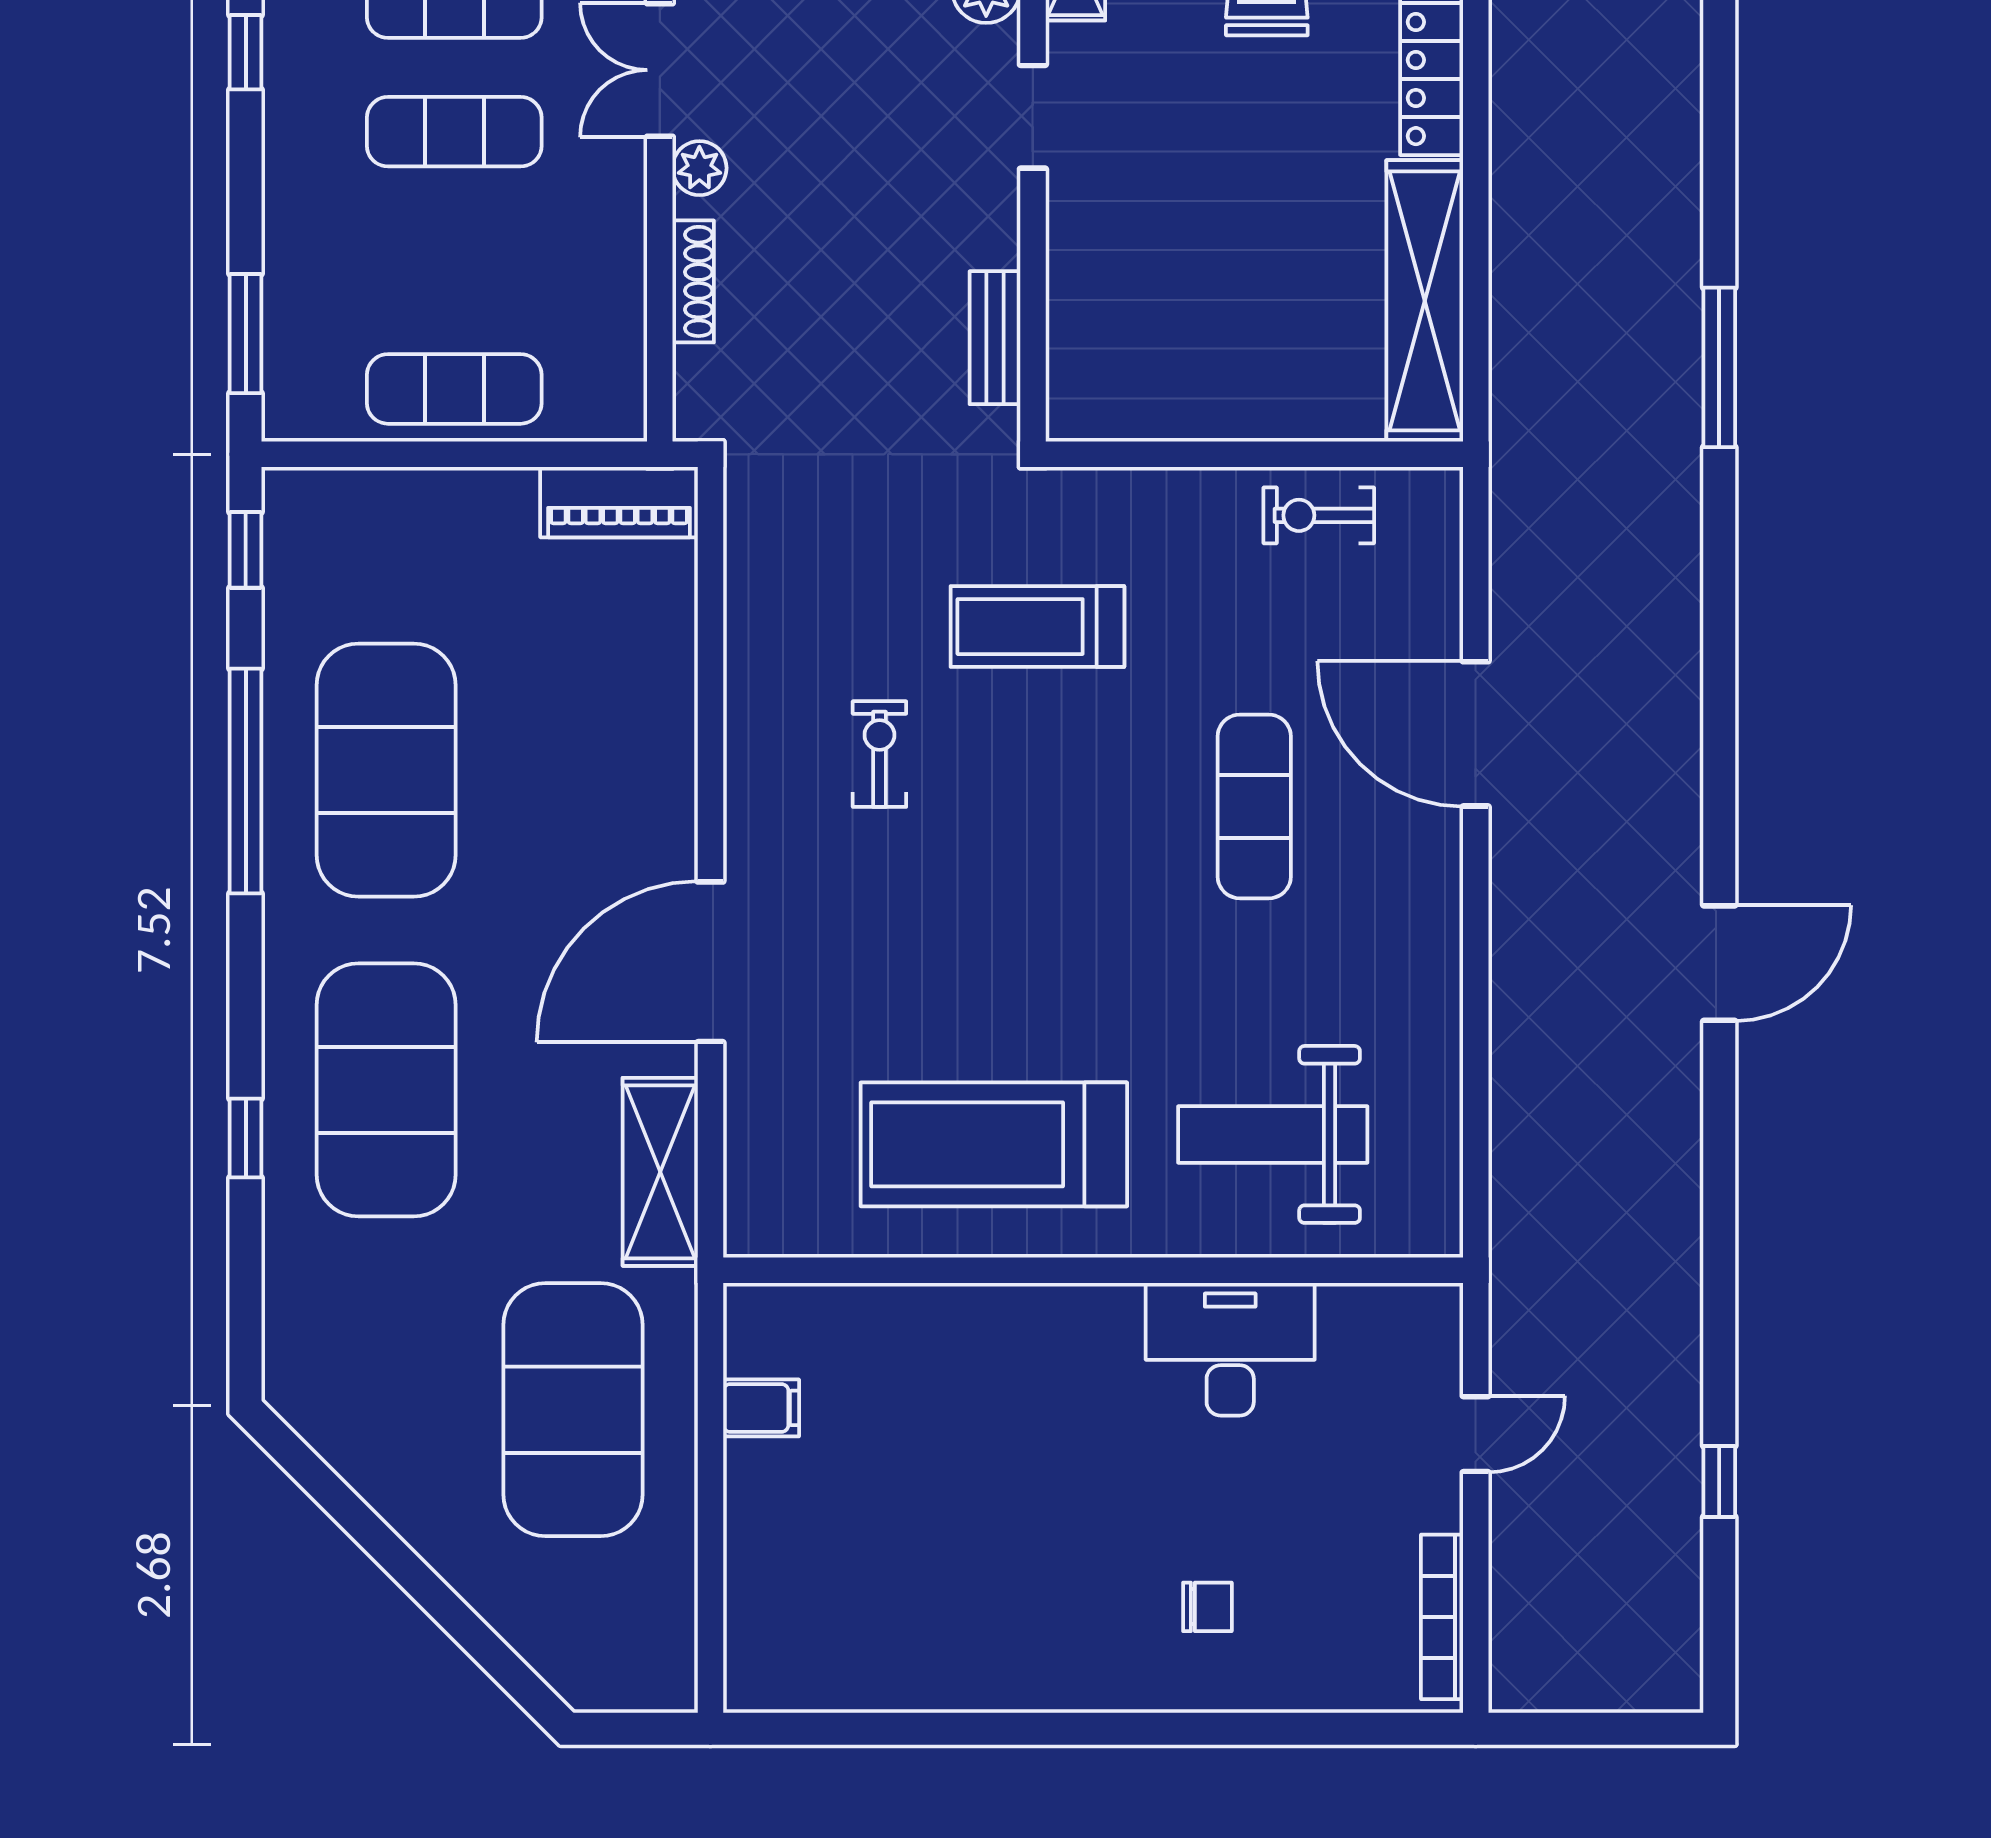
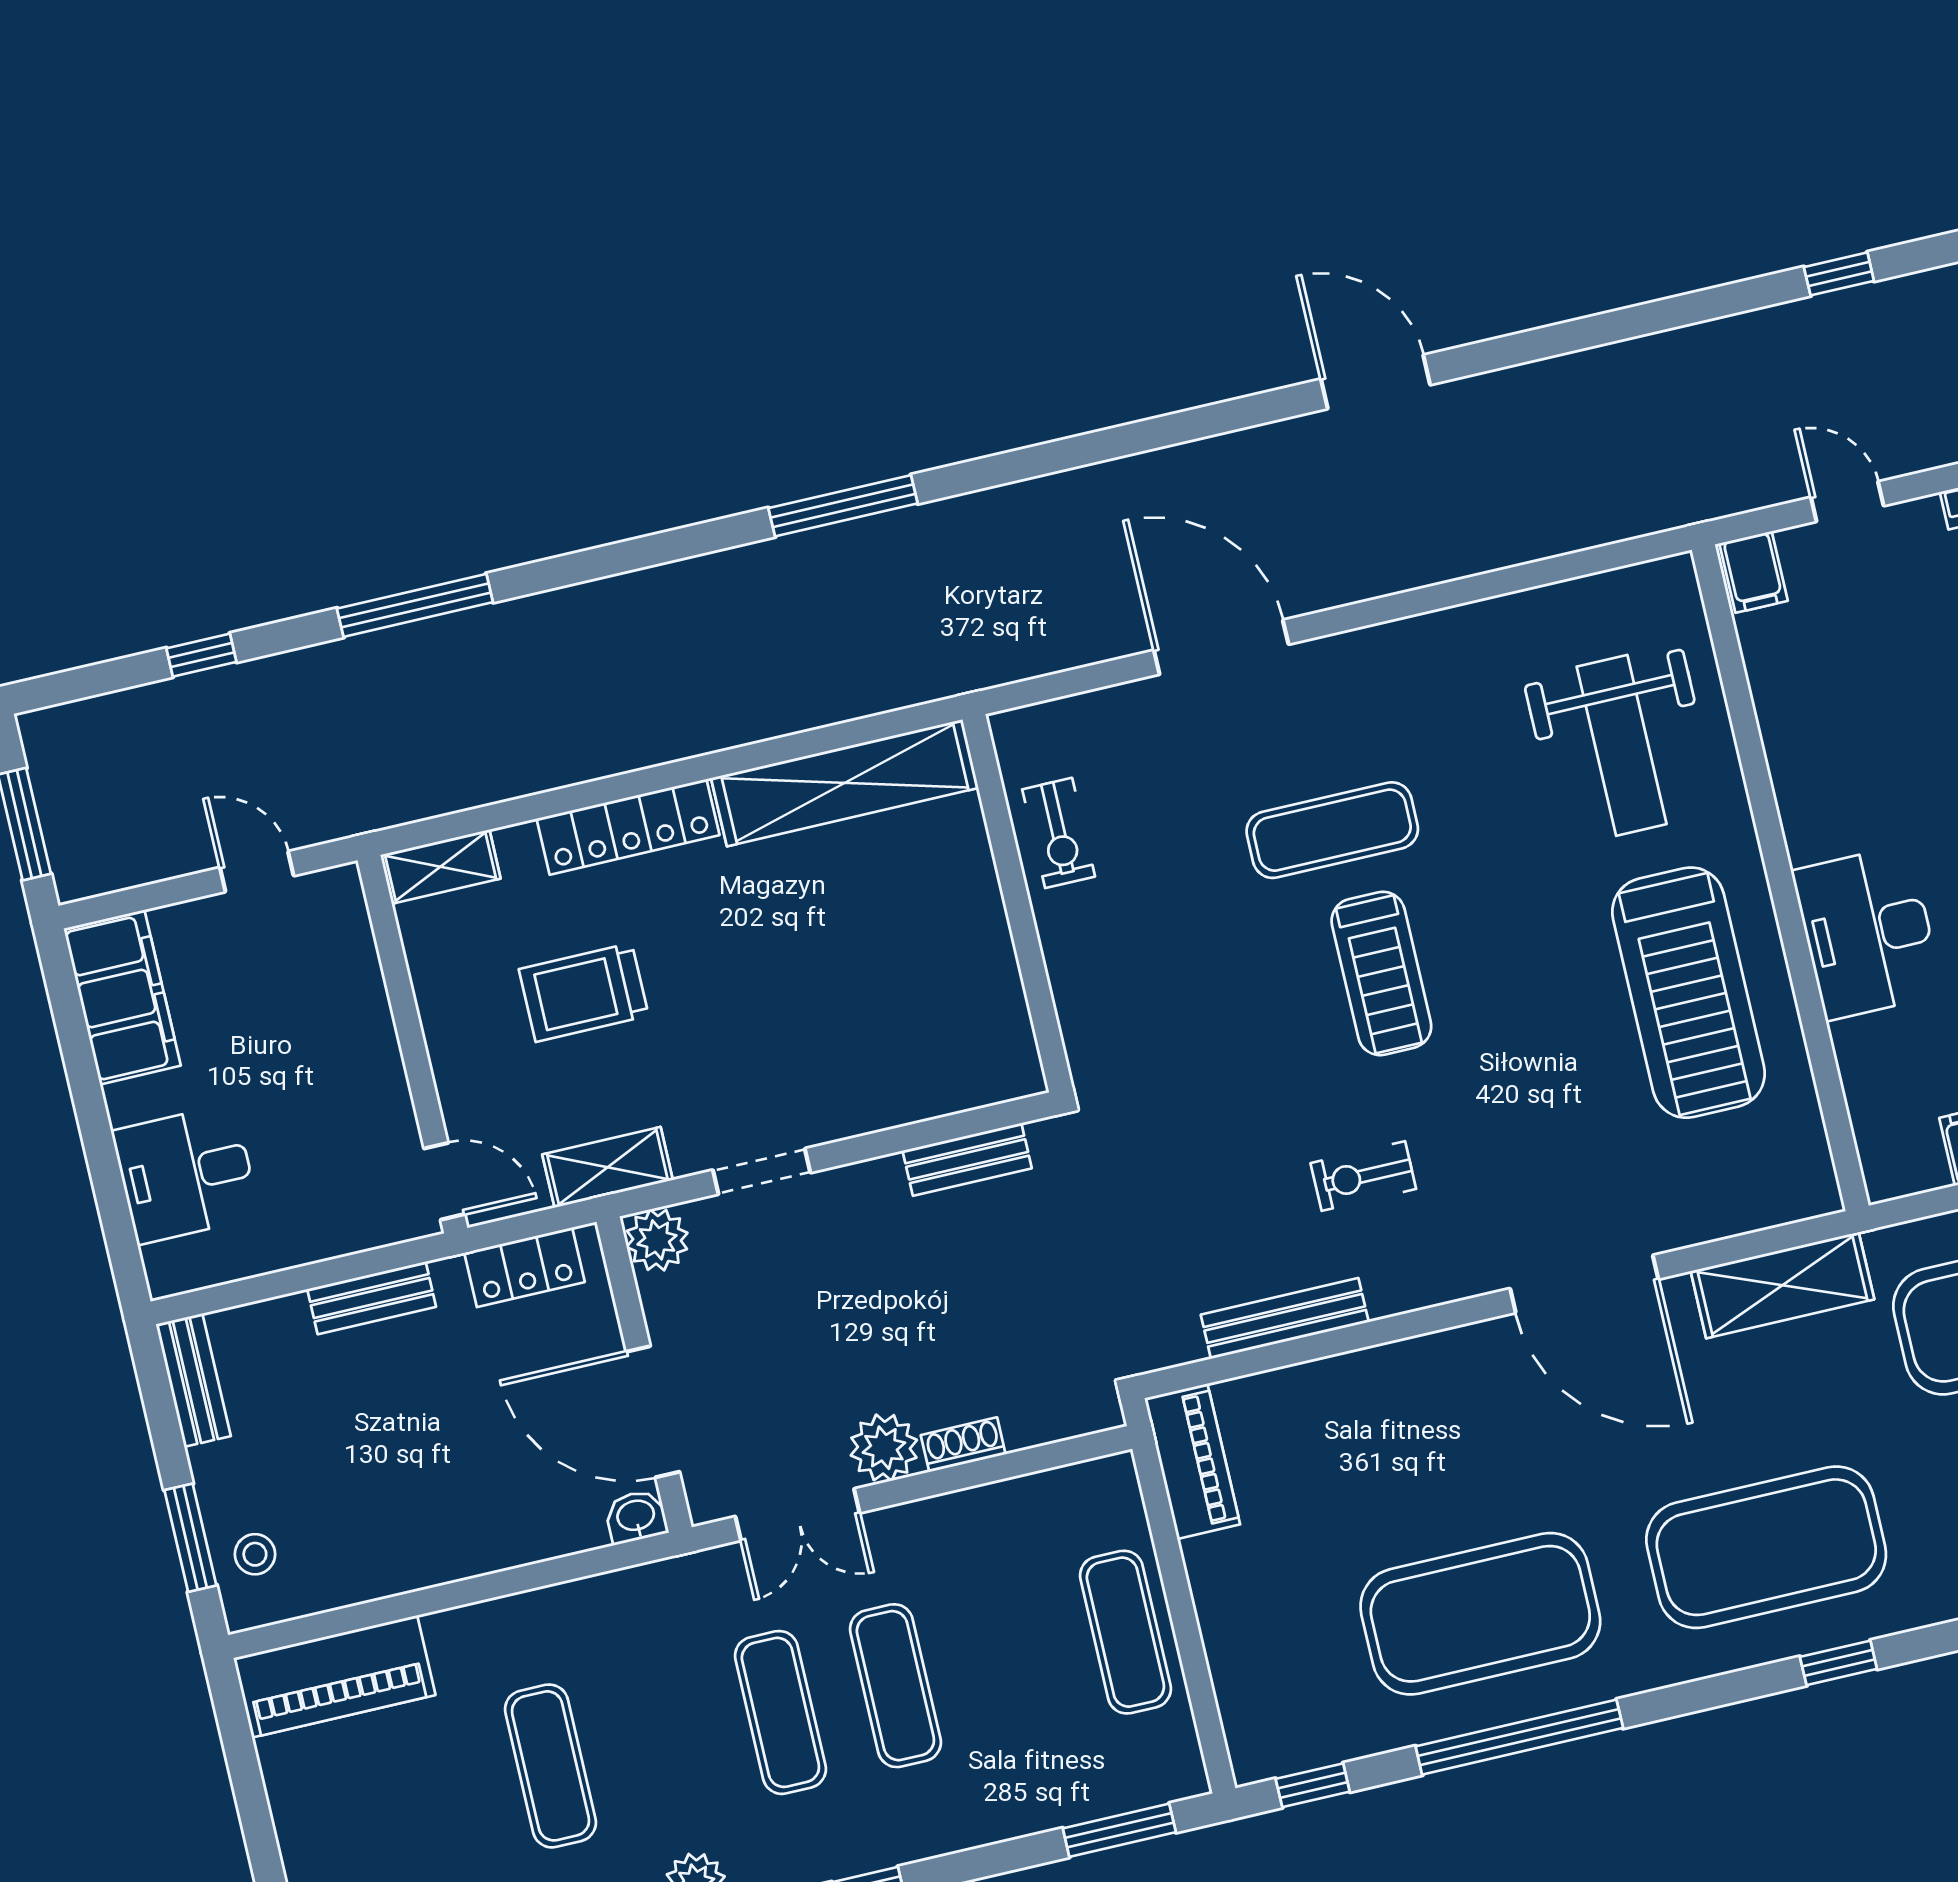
plant: (699, 168) -> (884, 1448), width x1.38, depth x1.38
shoe rack: (693, 281) -> (963, 1445), width x0.70
treadmill: (1037, 627) -> (1381, 973), moved
bench: (748, 635) -> (1285, 1318), added
door: (1476, 734) -> (1221, 647), swing flipped
filing cabinet: (1424, 1317) -> (1753, 572), added
desk: (1230, 1349) -> (1868, 932), moved

